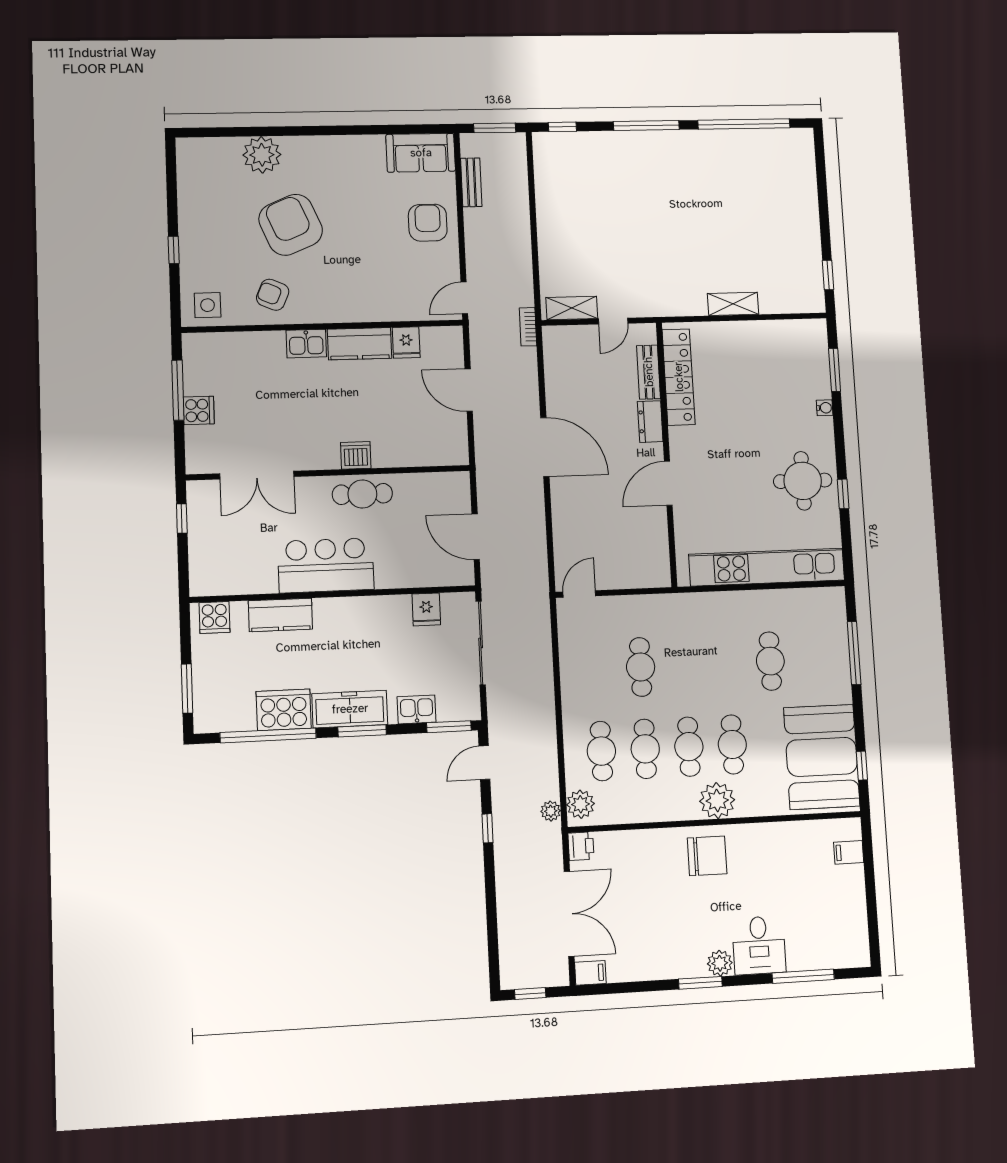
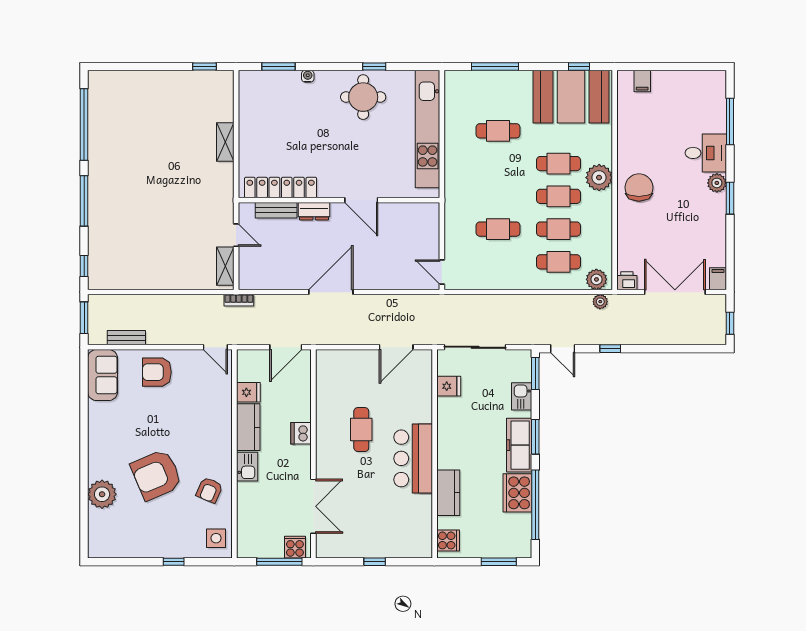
dishwasher: (356, 455) -> (301, 433), moved
wall: (329, 473) -> (313, 454), moved
double door: (257, 475) -> (313, 506), moved

